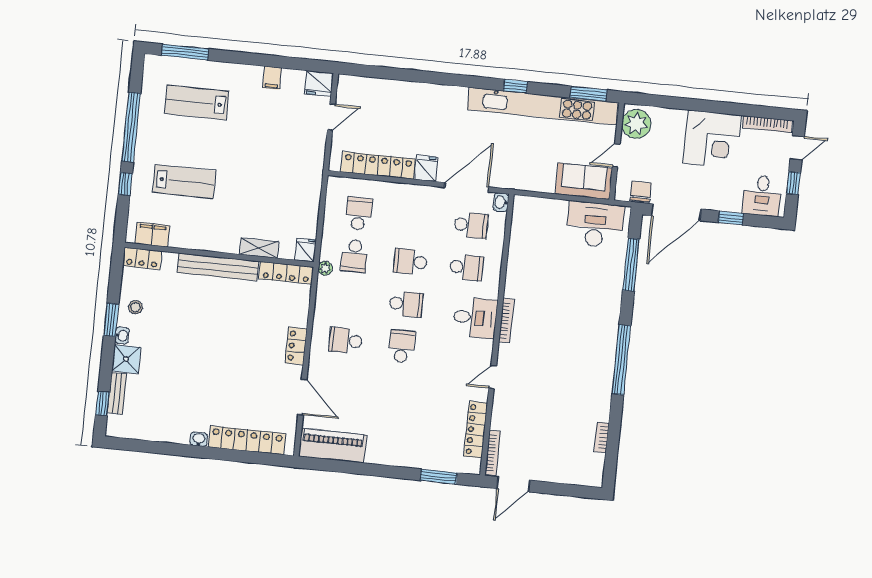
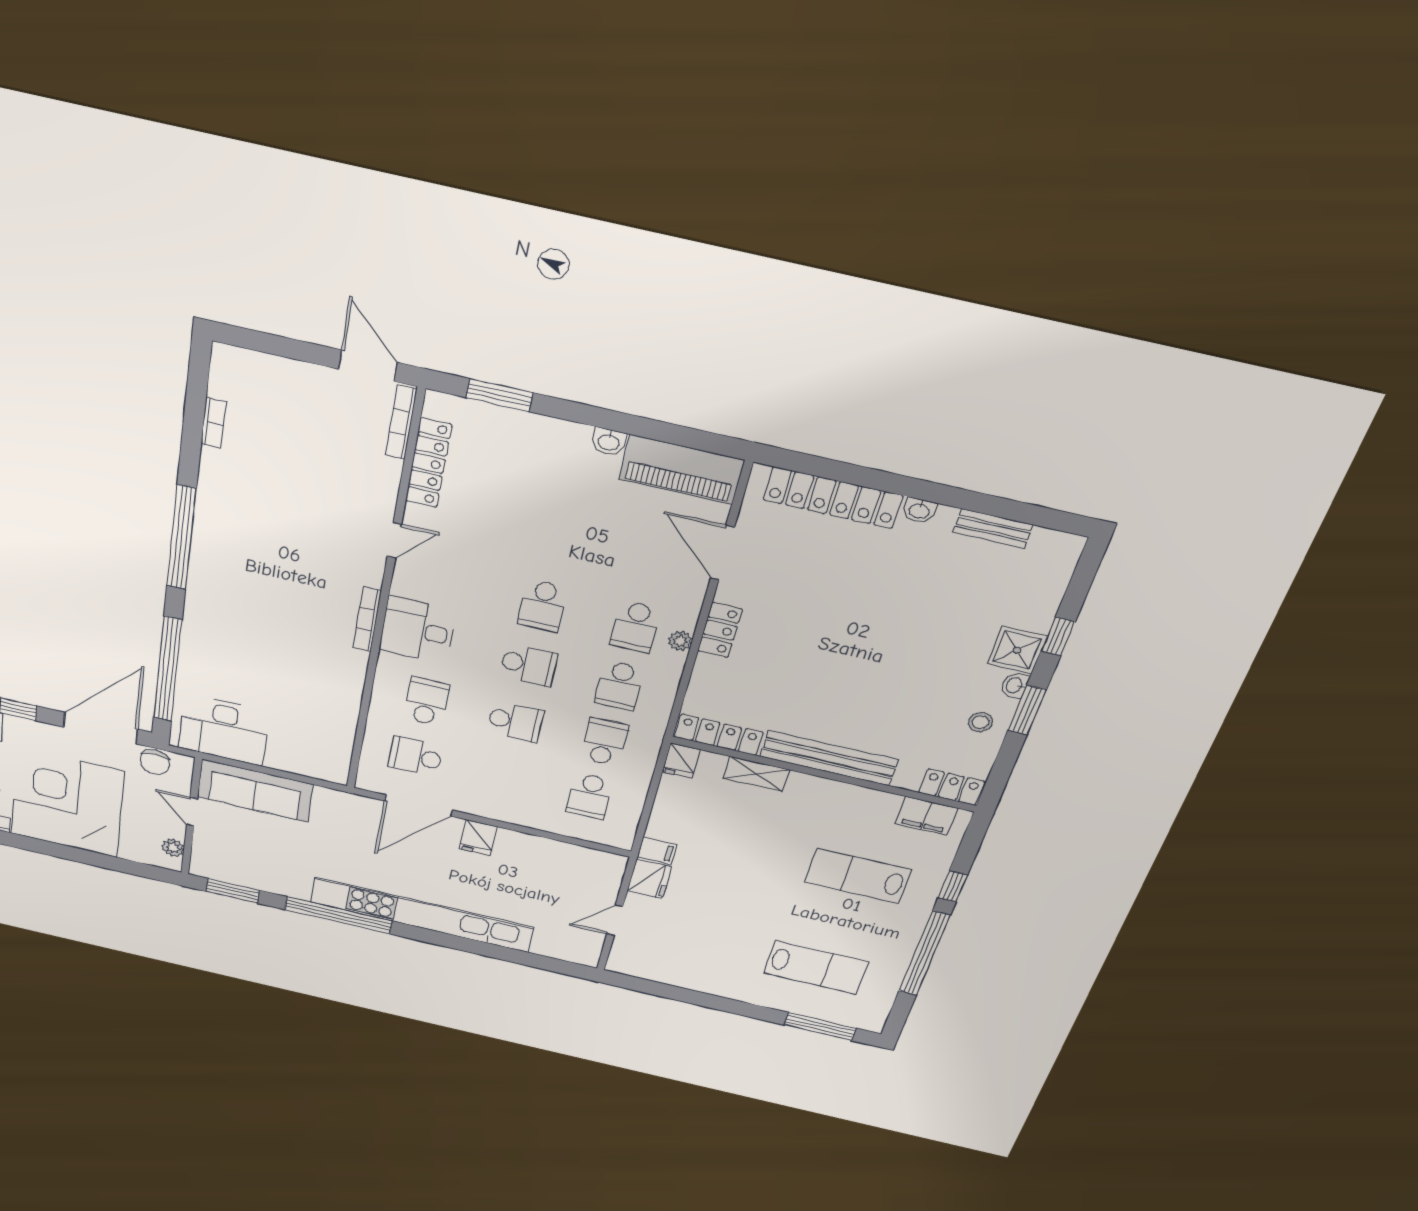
filing cabinet: (272, 78) -> (657, 851), moved, turned 90
fridge: (319, 83) -> (649, 879), moved, turned 90
window: (515, 86) -> (338, 915), width x3.17
kitchen unit: (543, 106) -> (422, 915), moved
plant: (636, 124) -> (173, 848), width x0.53, depth x0.53
corner desk: (712, 139) -> (67, 803), width x1.36, depth x1.36
door: (616, 155) -> (192, 812), swing flipped
locker: (378, 165) -> (552, 852), removed
sofa: (584, 181) -> (255, 791), width x1.36
washbasin: (501, 202) -> (609, 442), moved, turned 90
window: (631, 265) -> (168, 669), width x1.46
school desk: (466, 267) -> (427, 701), turned 90
plant: (325, 268) -> (680, 641), moved
school desk: (350, 298) -> (619, 686), added
school desk: (406, 304) -> (529, 665), turned 180
school desk: (346, 341) -> (635, 627), turned 90
bench: (117, 393) -> (993, 529), moved, turned 90
window: (103, 404) -> (1058, 637), moved
door: (513, 484) -> (368, 366), hinge flipped

